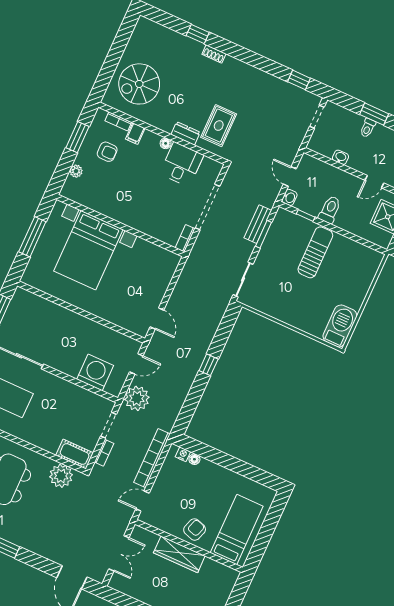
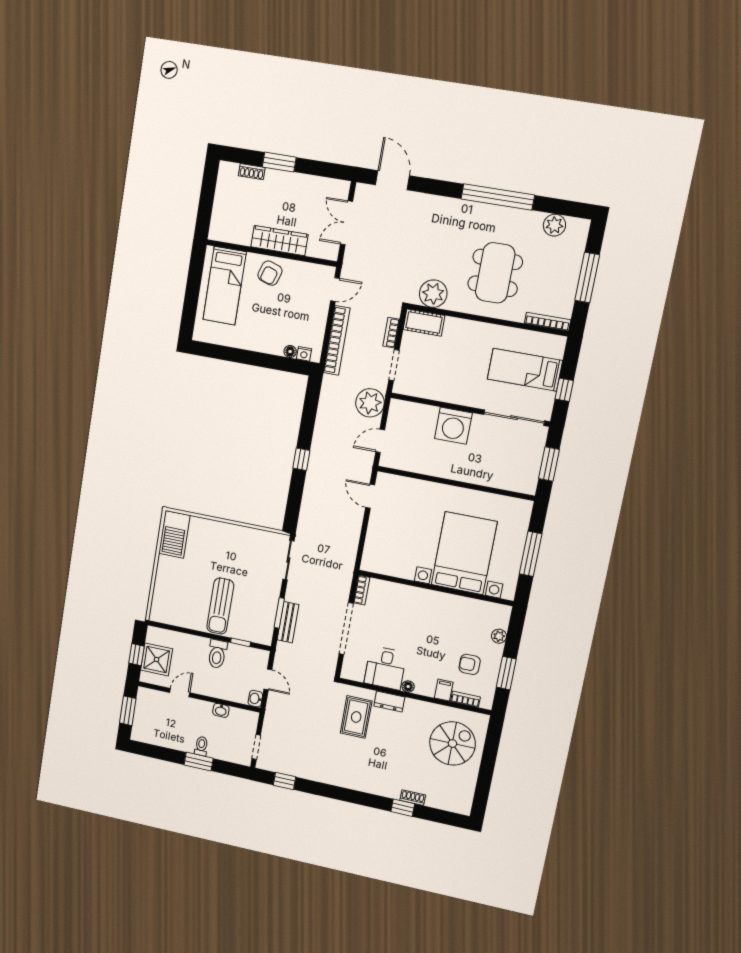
shoe rack: (214, 54) -> (413, 798), moved
washbasin: (289, 197) -> (255, 699), moved
washing machine: (95, 372) -> (453, 426), moved

